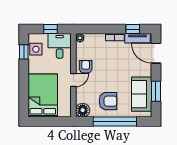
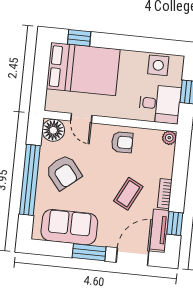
window: (24, 52) -> (79, 38), moved
coffee table: (117, 60) -> (128, 194), added
door: (73, 80) -> (81, 118), moved
window: (156, 91) -> (89, 252), moved
armchair: (108, 101) -> (64, 172), turned -39

